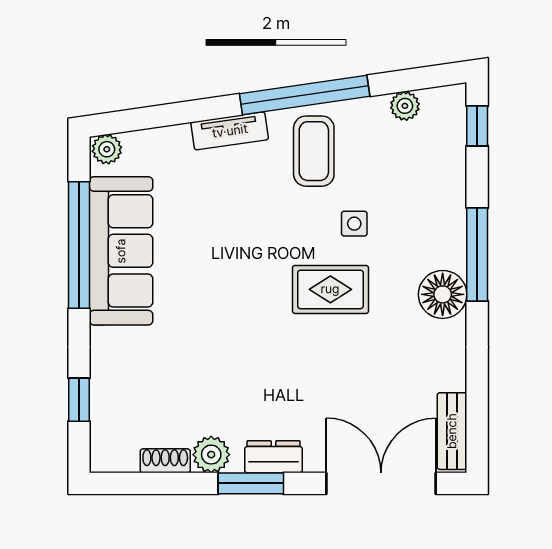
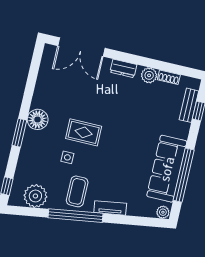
plant: (405, 106) -> (35, 196), width x1.87, depth x1.87
window: (477, 254) -> (19, 133), width x0.69
bench: (452, 431) -> (189, 105), moved
window: (251, 483) -> (135, 60), removed

